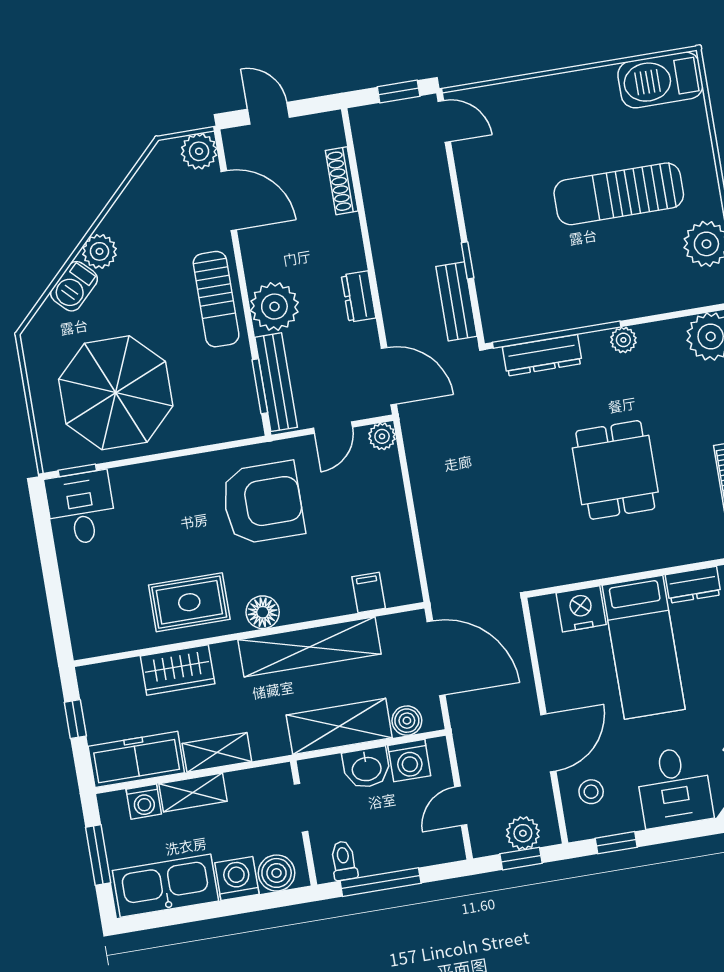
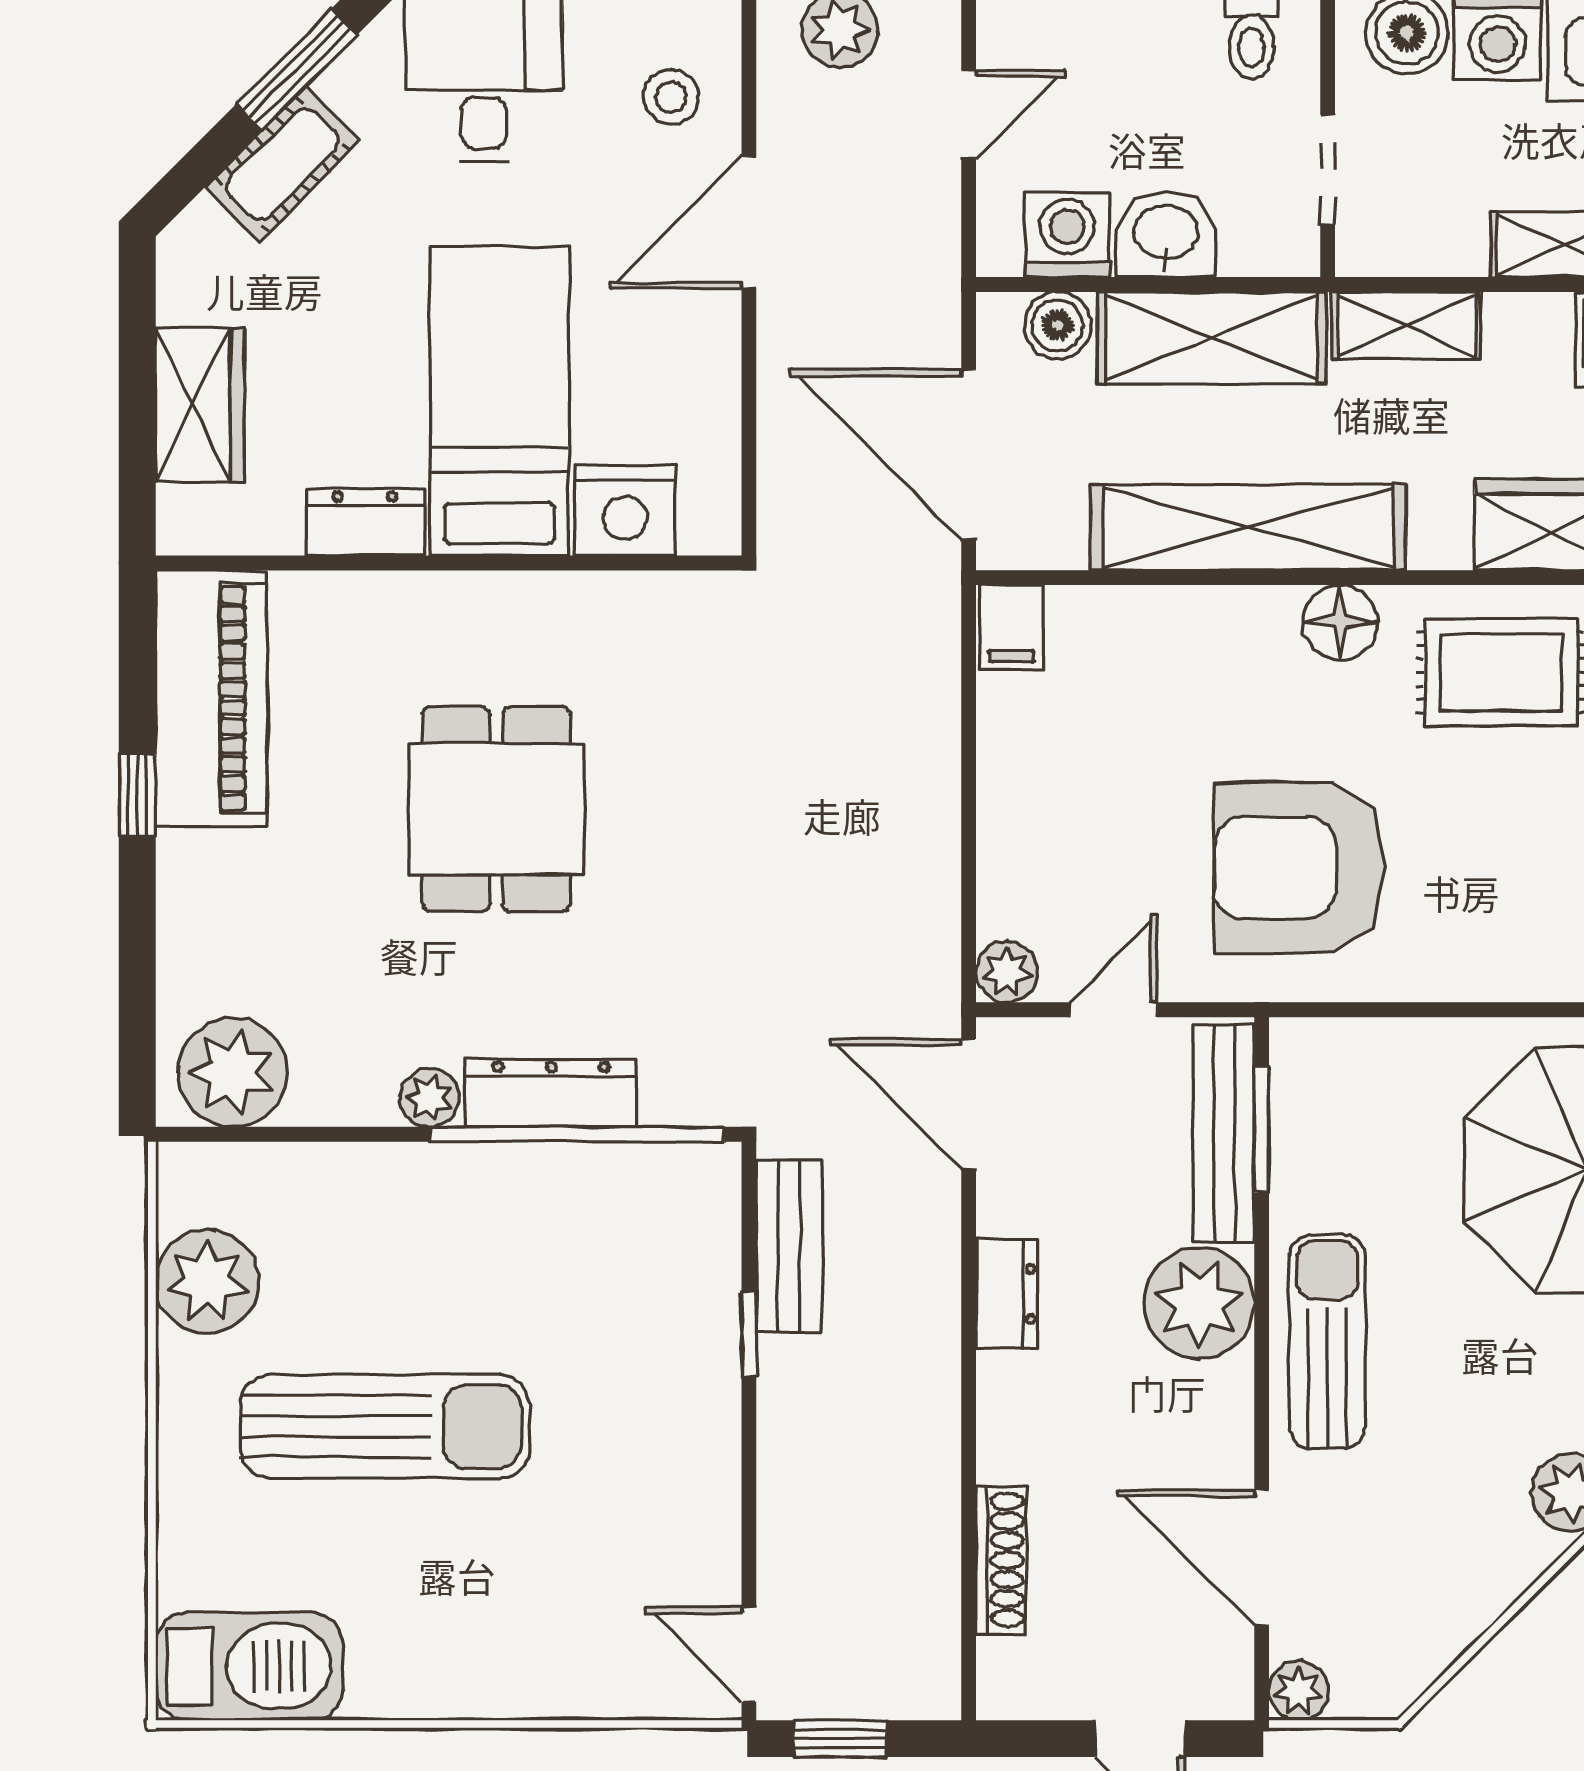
plant: (199, 151) -> (1299, 1691), width x0.73, depth x0.73
dresser: (542, 355) -> (551, 1093), moved
filing cabinet: (369, 593) -> (1011, 627), moved
shelving: (217, 752) -> (1406, 325), moved

